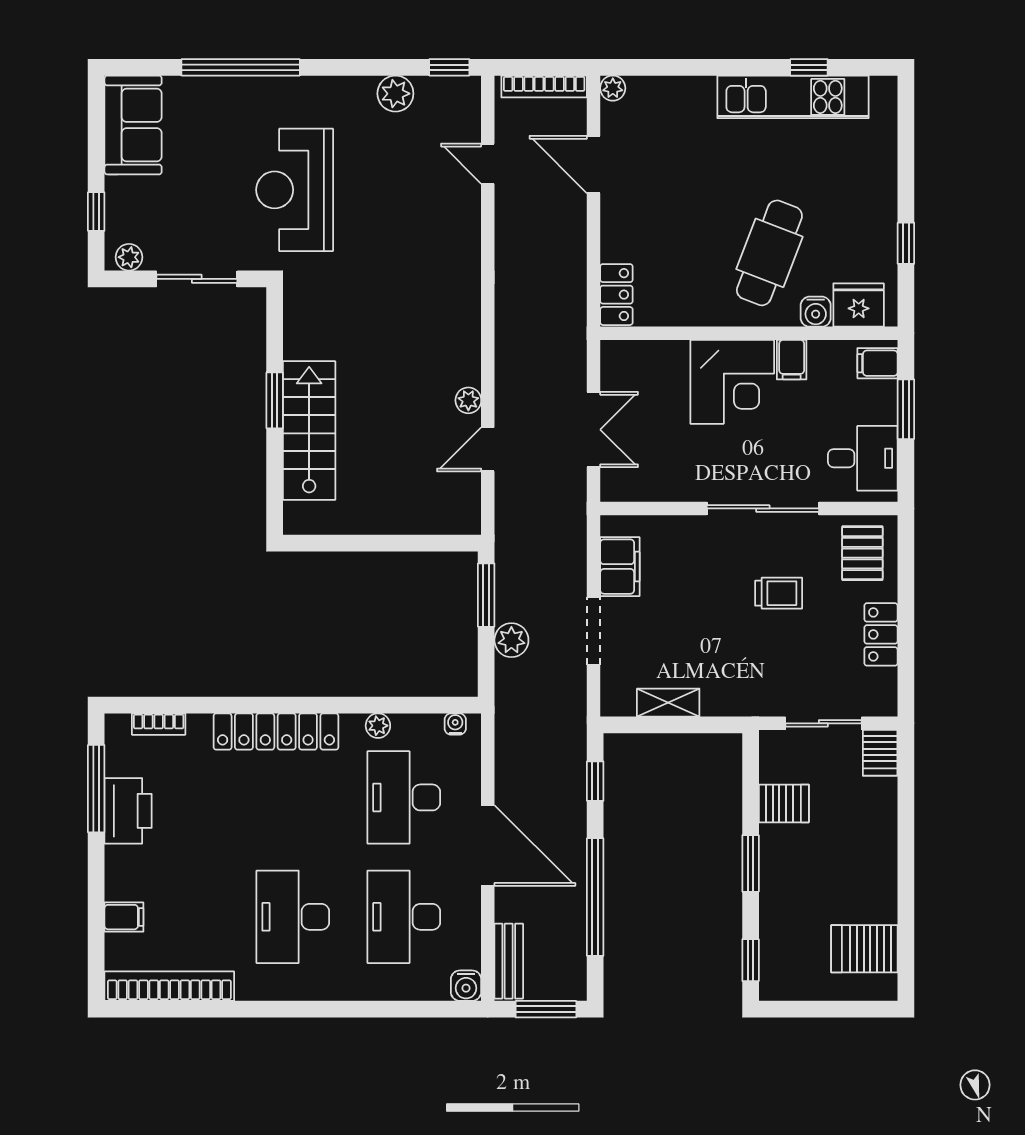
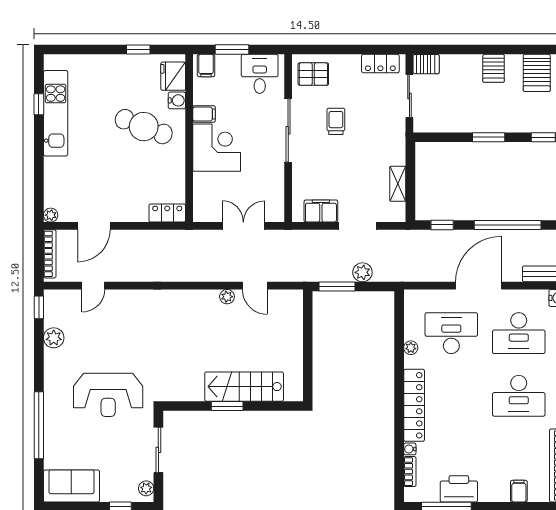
locker: (881, 634) -> (380, 64), moved
water cooler: (455, 724) -> (410, 449), moved
desk: (404, 797) -> (451, 333), turned 180
server rack: (784, 803) -> (494, 68), moved, turned 180

